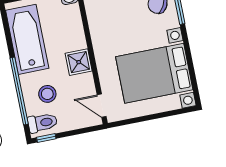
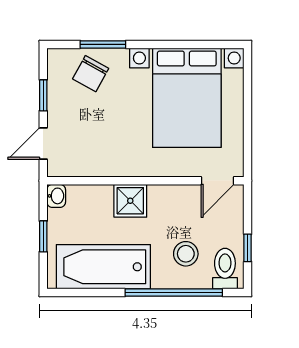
shower: (79, 62) -> (130, 201), moved
window: (46, 138) -> (248, 248), moved

